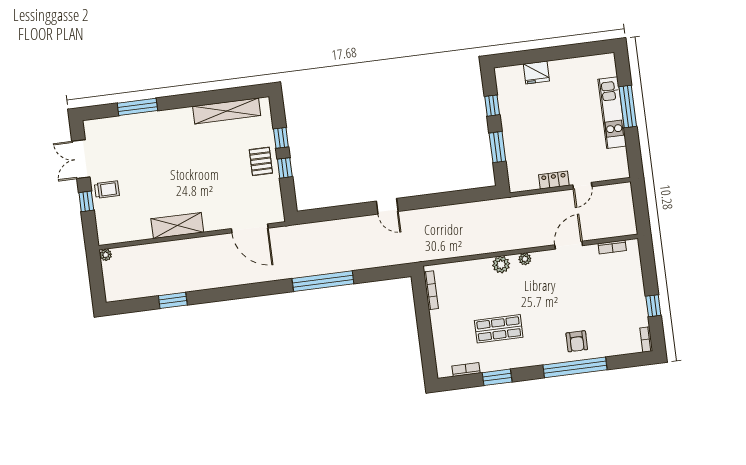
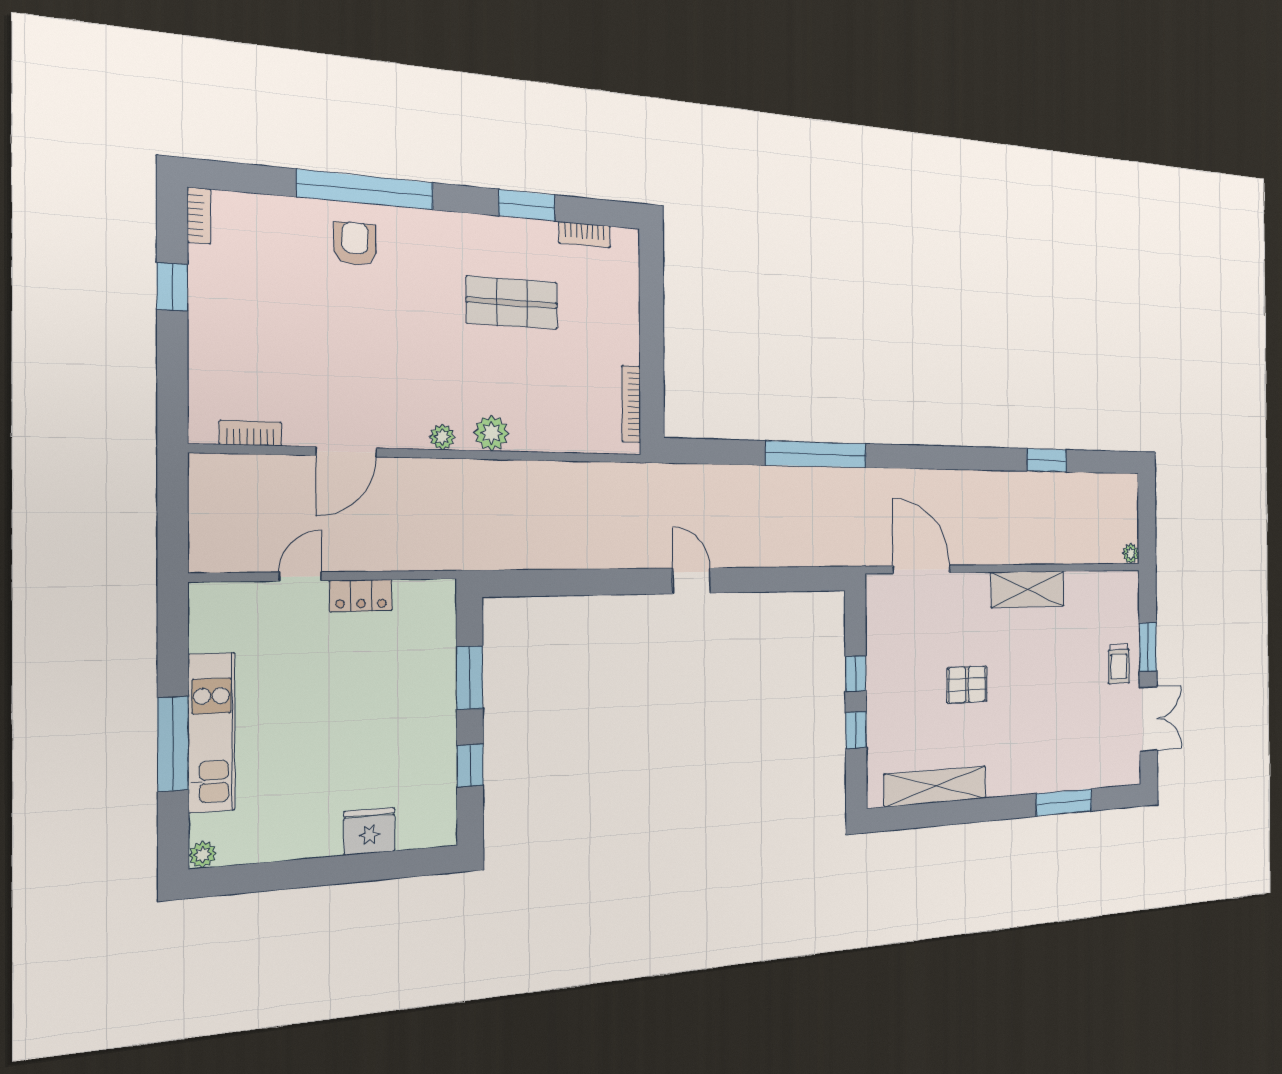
plant: (609, 59) -> (203, 855), added
pallet: (261, 161) -> (967, 685), moved, turned 90
trolley: (107, 190) -> (1119, 664), turned -90
window: (86, 201) -> (1148, 647), width x1.50

